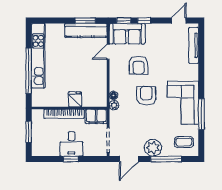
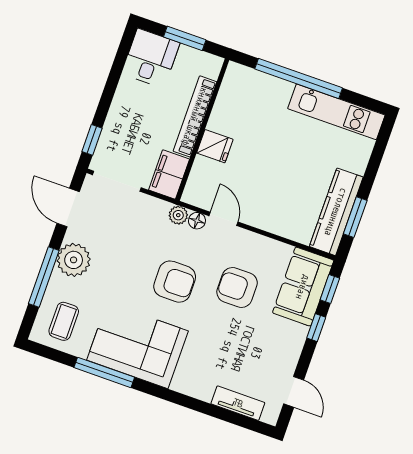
tv unit: (194, 45) -> (238, 403), width x0.71
door: (108, 52) -> (223, 219), moved
kitchen unit: (38, 56) -> (336, 112), width x0.73
desk: (72, 144) -> (151, 58), moved, turned 90
window: (71, 159) -> (92, 140), moved

